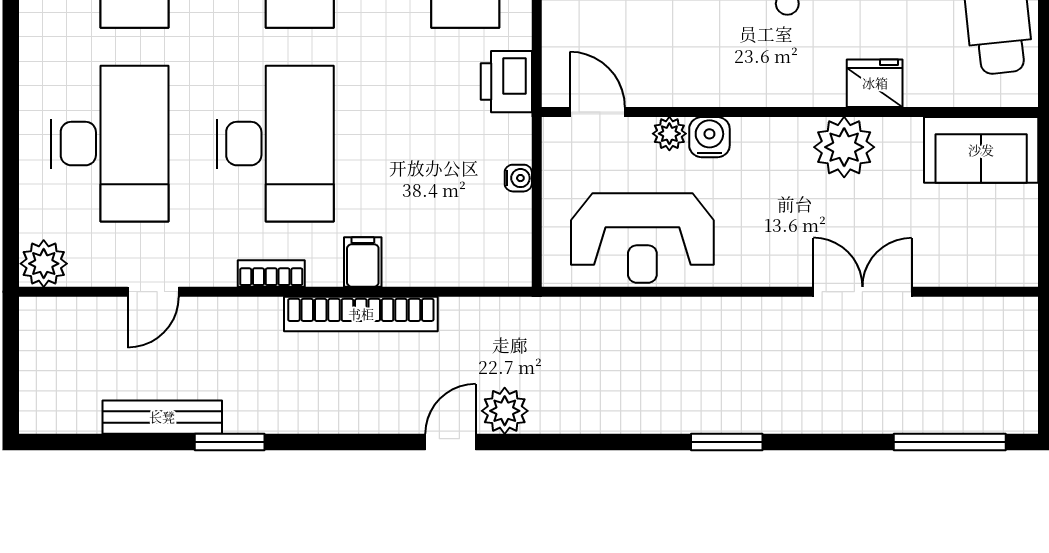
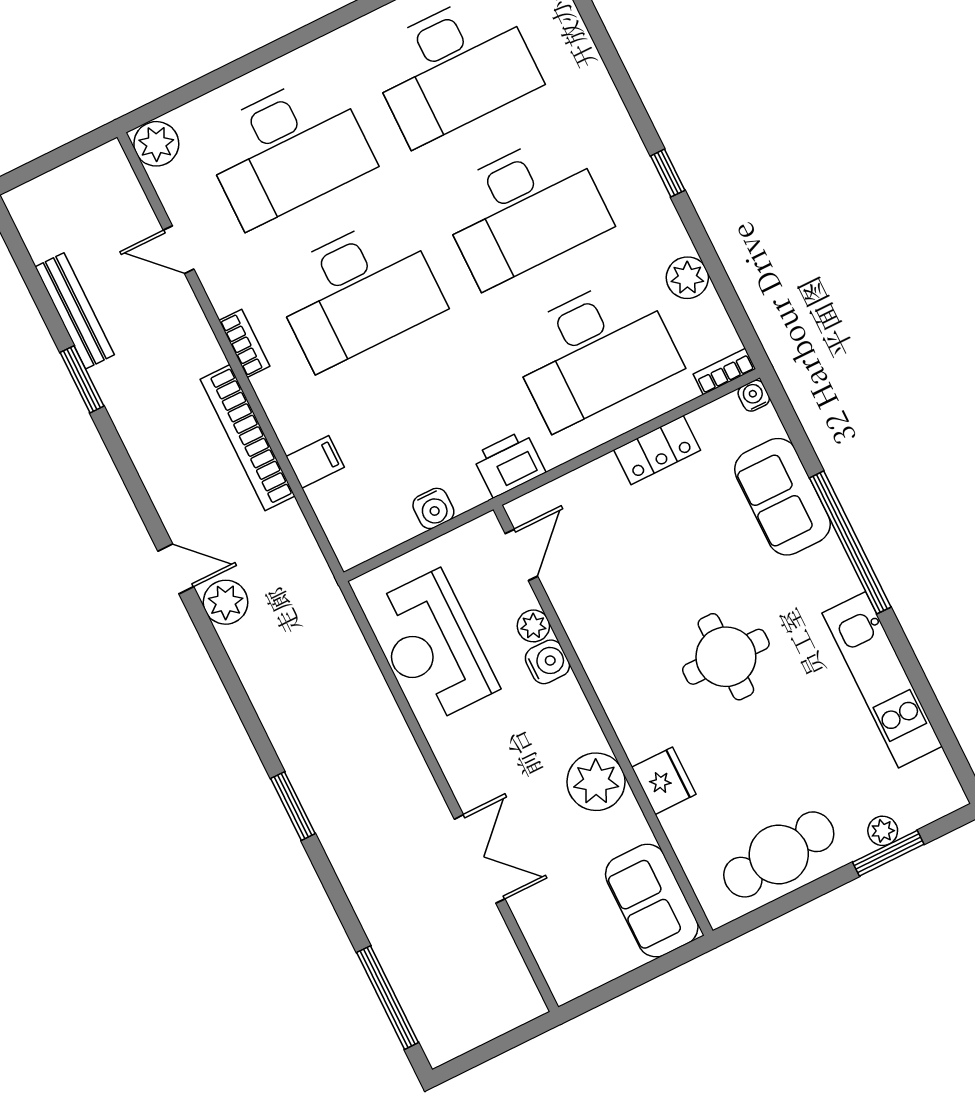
water cooler: (518, 178) -> (433, 508), width x1.38, depth x1.38
filing cabinet: (363, 262) -> (315, 462), moved

